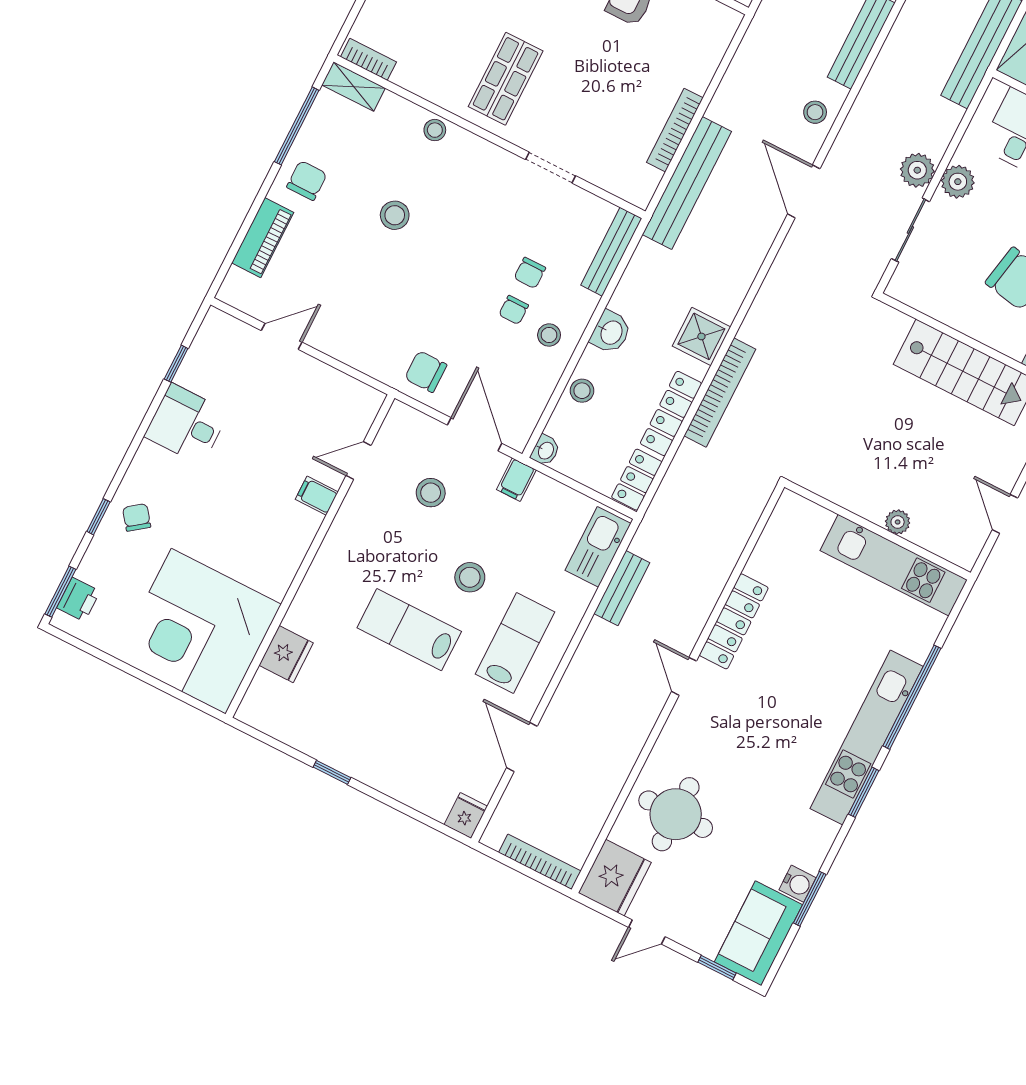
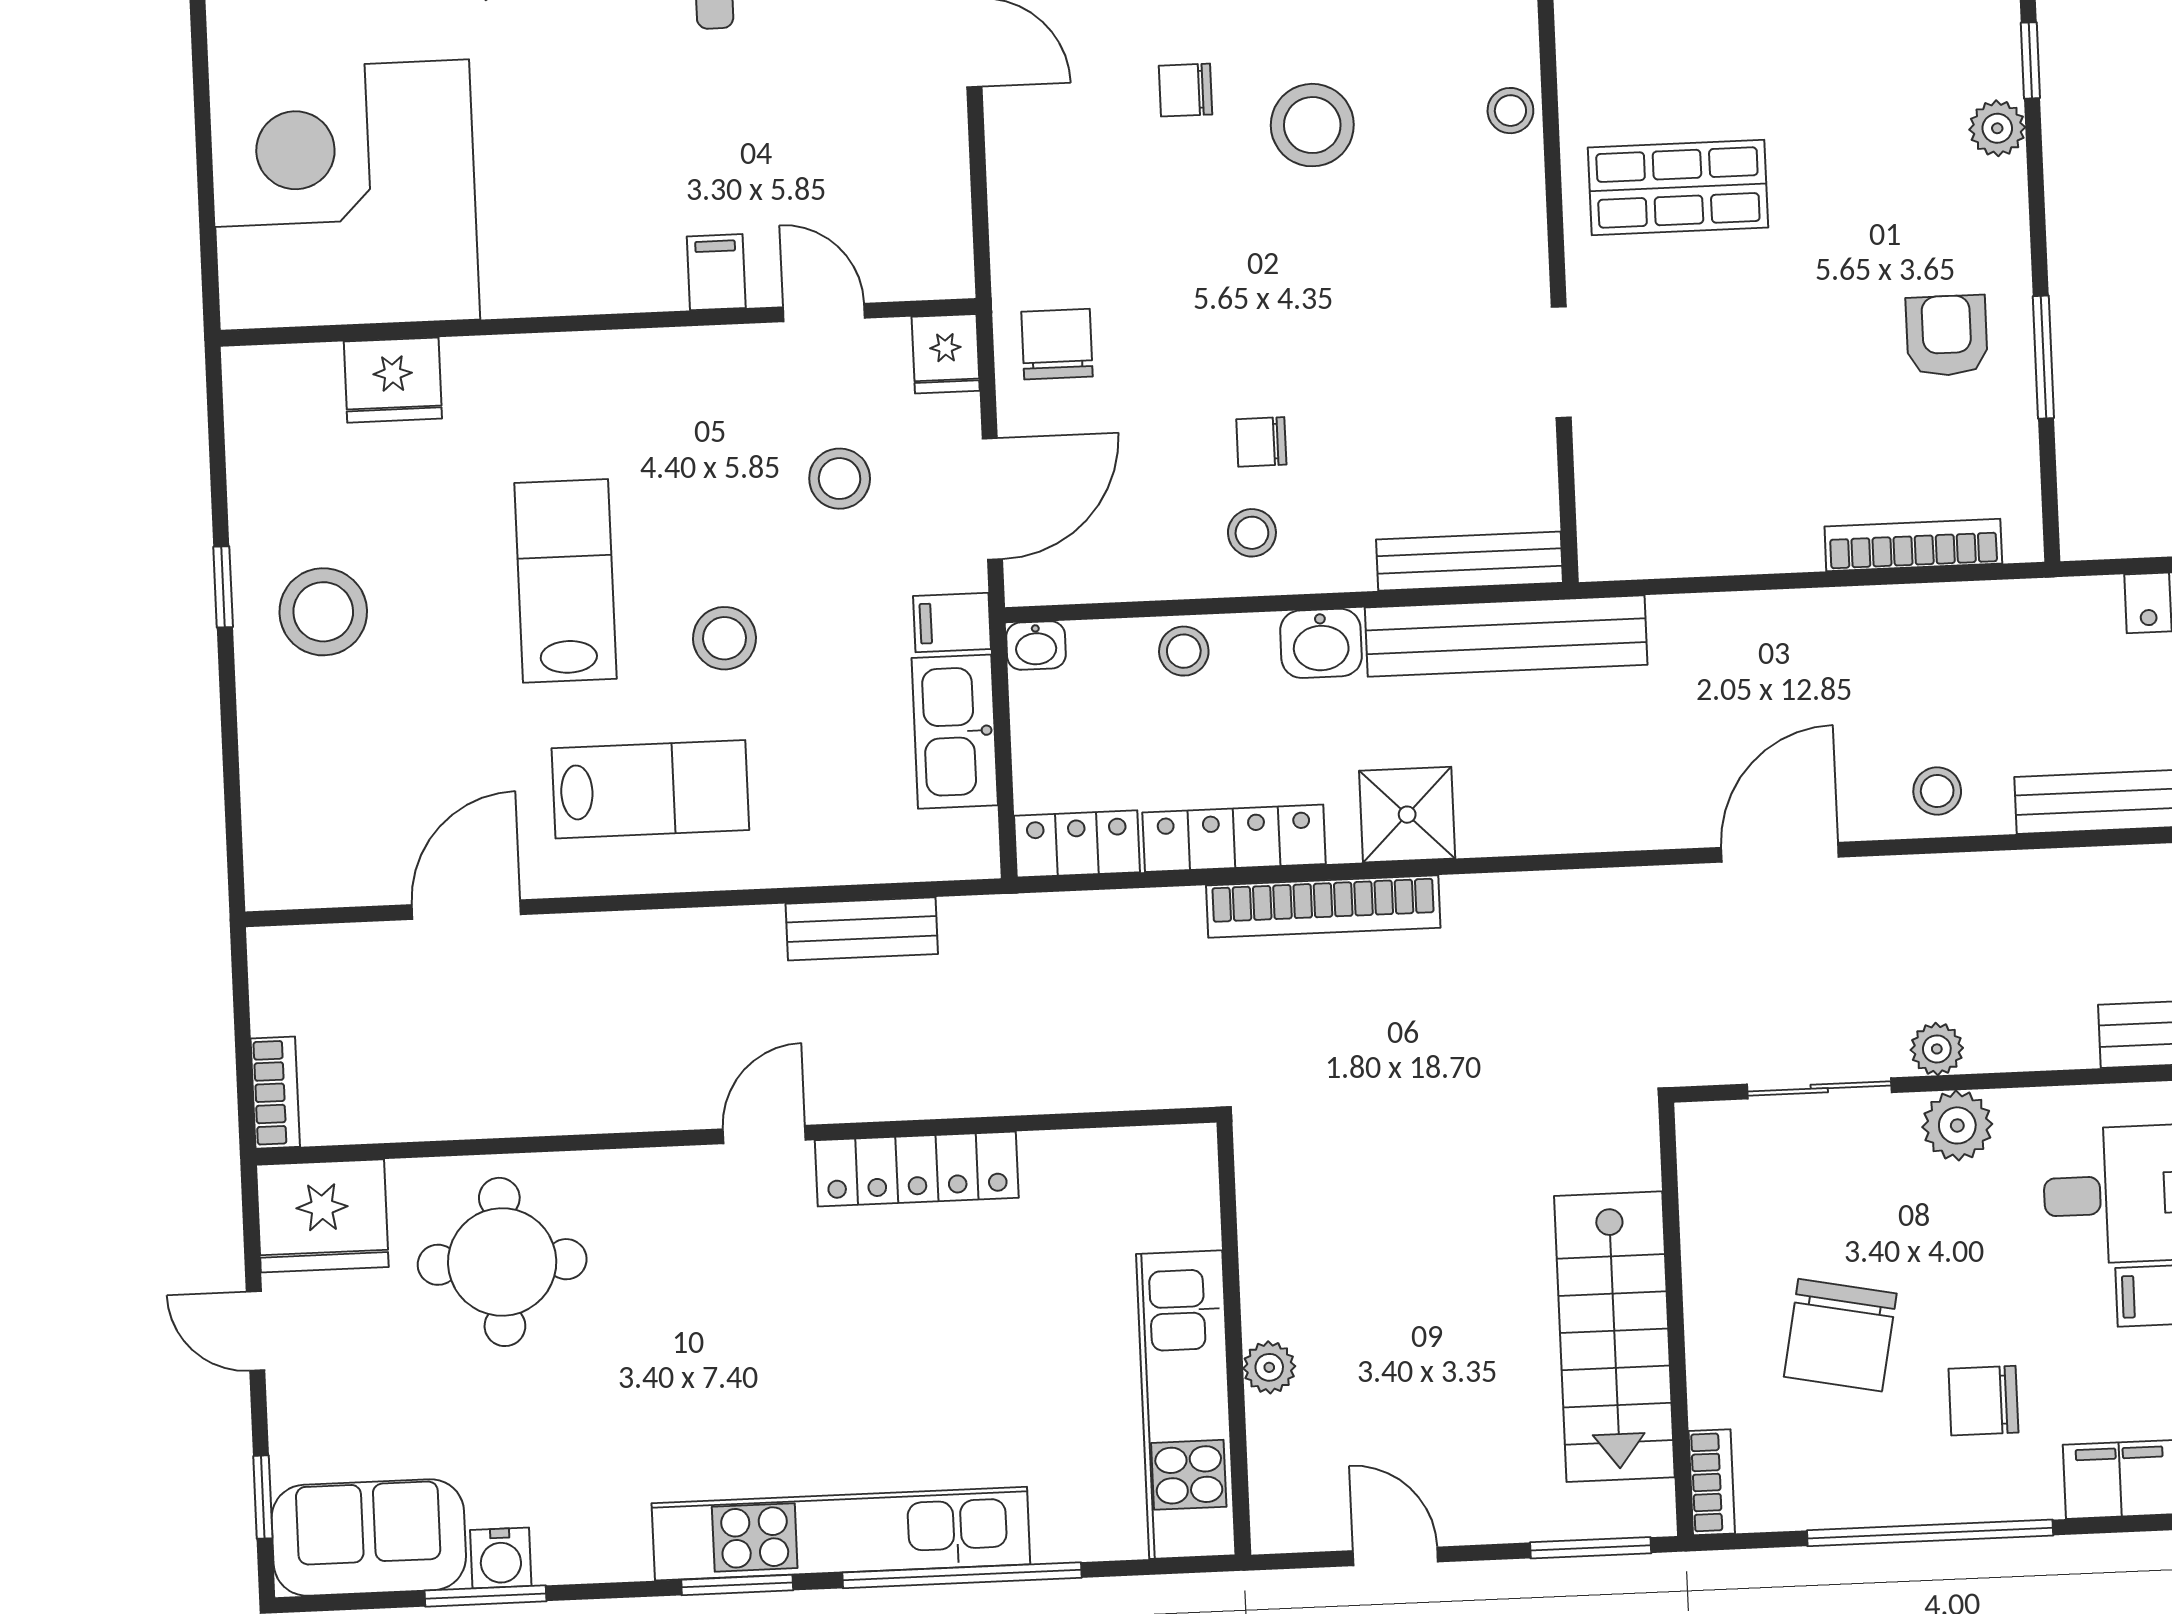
bookcase: (675, 130) -> (1913, 545), moved
plant: (917, 170) -> (1937, 1049), width x0.73, depth x0.73
bench: (687, 183) -> (1506, 636), moved
stool: (395, 215) -> (1312, 125), width x1.38, depth x1.38
chair: (530, 273) -> (1185, 90), moved
door: (1005, 514) -> (1395, 1556), hinge flipped
kitchen sink: (598, 547) -> (955, 732), moved, turned -90
stool: (366, 737) -> (323, 612), added
fridge: (466, 815) -> (946, 354), moved, turned 90
bookcase: (540, 862) -> (275, 1093), width x0.64

